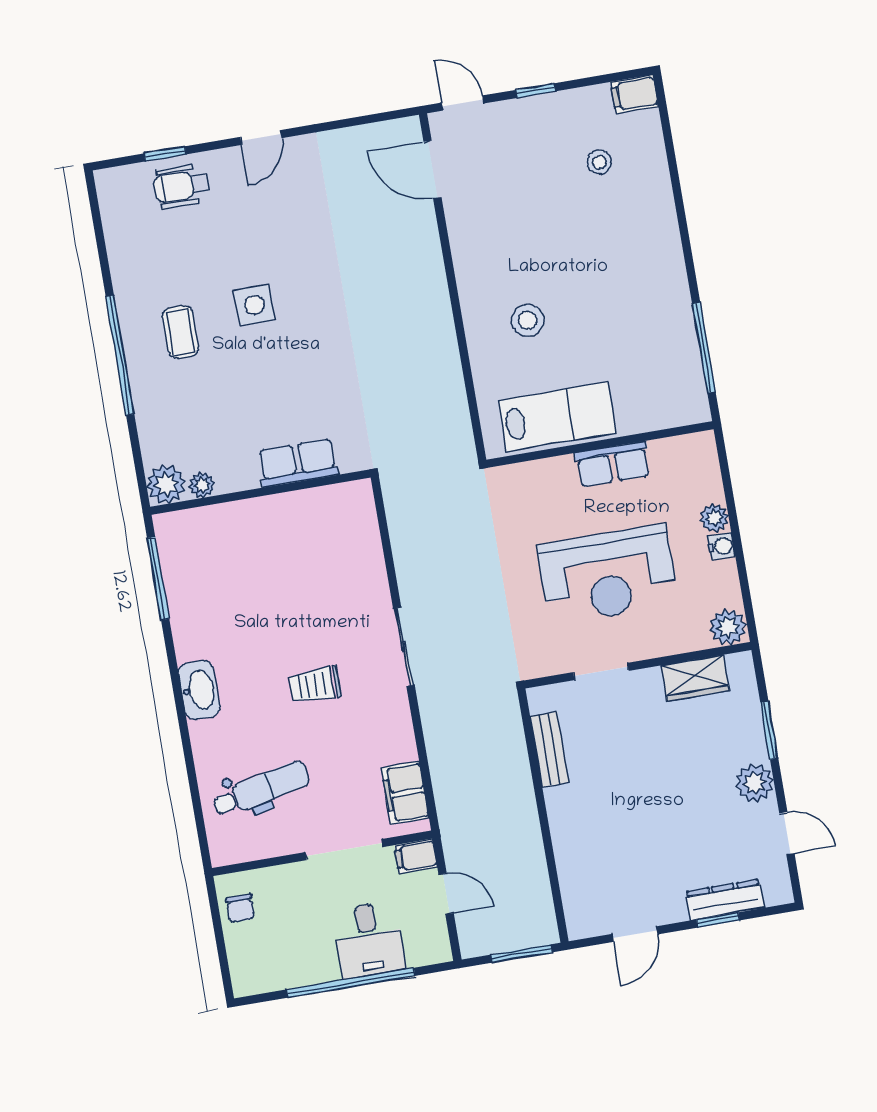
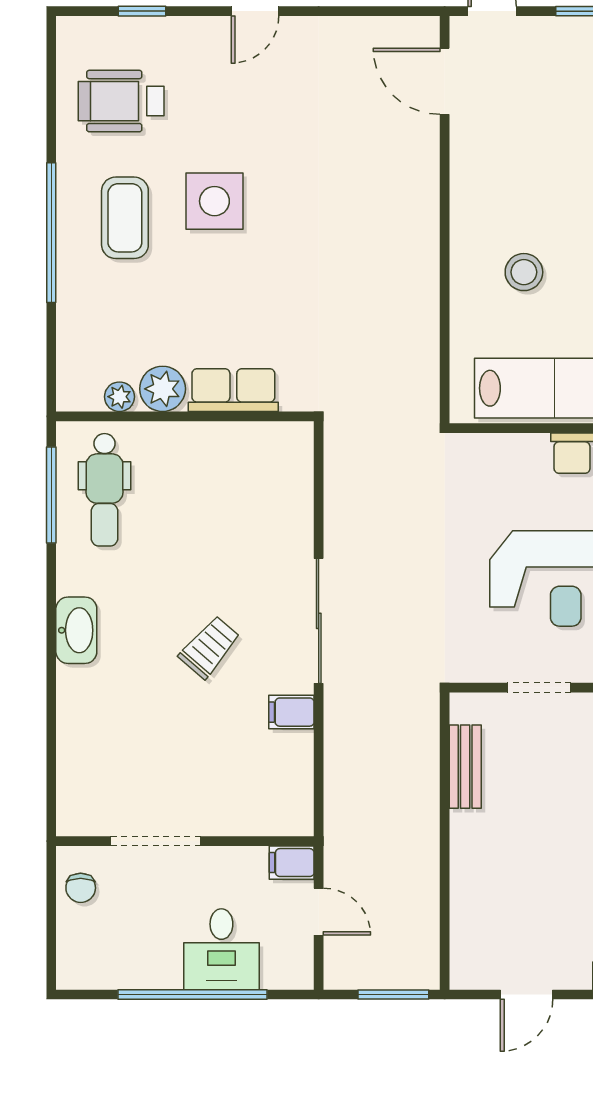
wheelchair: (182, 186) -> (121, 101), moved, width x1.36, depth x1.37
side table: (254, 305) -> (214, 201), width x1.37, depth x1.37
coffee table: (180, 332) -> (125, 218), width x1.36, depth x1.30
plant: (166, 484) -> (163, 389), moved
sliding door: (404, 647) -> (319, 621), width x1.37
trolley: (315, 685) -> (210, 647), turned 131
dental chair: (261, 789) -> (105, 490), moved, turned 102
filing cabinet: (405, 793) -> (291, 712), moved, width x0.50
doorway: (344, 850) -> (156, 841), moved

